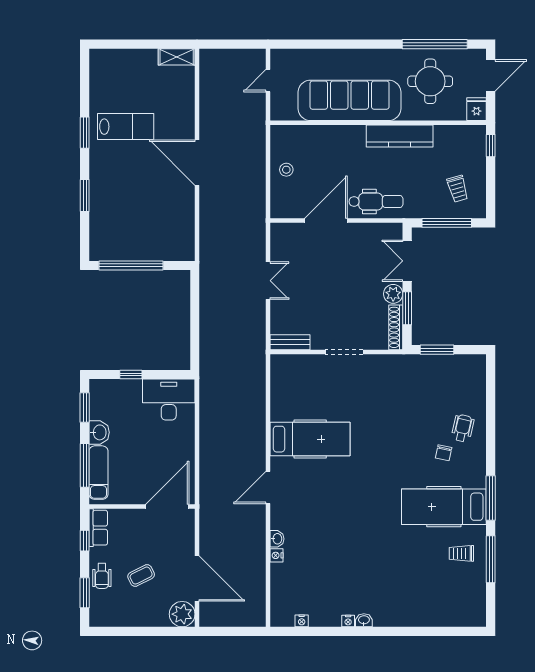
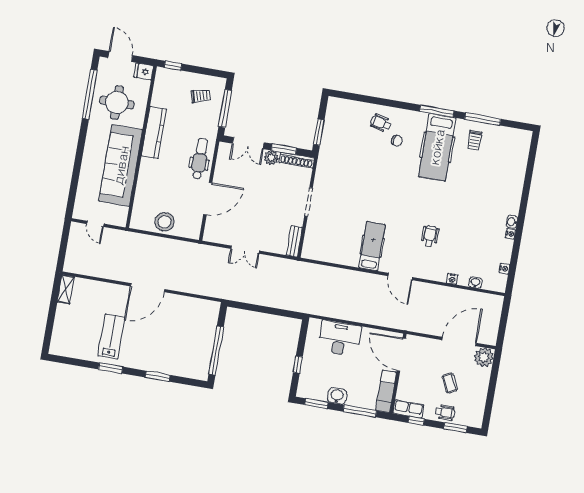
stool: (286, 170) -> (164, 222), width x1.89, depth x1.89
door: (326, 221) -> (208, 199), swing flipped
double door: (268, 281) -> (245, 250), swing flipped
desk: (169, 400) -> (339, 338), moved, turned 90
hospital bed: (310, 439) -> (372, 246), width x0.73, depth x0.78
exam couch: (98, 473) -> (386, 391), moved, turned -90
wheelchair: (327, 517) -> (430, 236), added
washbasin: (277, 539) -> (475, 283), moved

